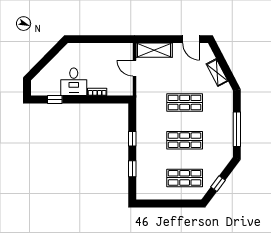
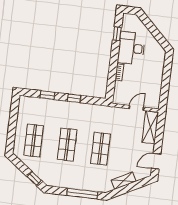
desk: (74, 82) -> (131, 48), width x1.37
window: (237, 129) -> (82, 194), moved
window: (218, 184) -> (34, 178), moved

